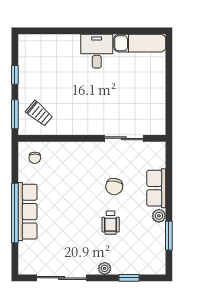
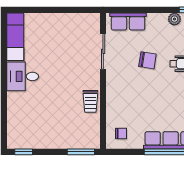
window: (15, 75) -> (24, 152), moved
trolley: (39, 113) -> (90, 101), moved, turned 140
row of seats: (156, 188) -> (128, 21), moved

